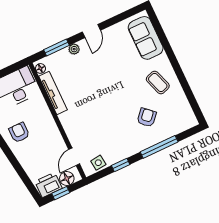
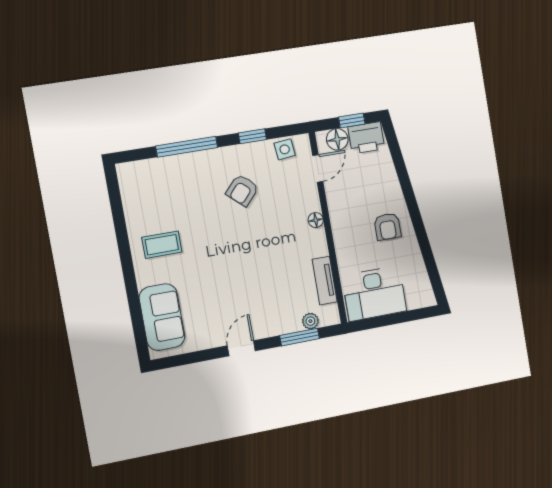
plant: (74, 49) -> (310, 321), moved
floor lamp: (40, 68) -> (316, 220), moved
coffee table: (158, 82) -> (162, 245), turned -71
tv unit: (53, 93) -> (325, 281), width x0.71
armchair: (147, 117) -> (242, 190), moved

